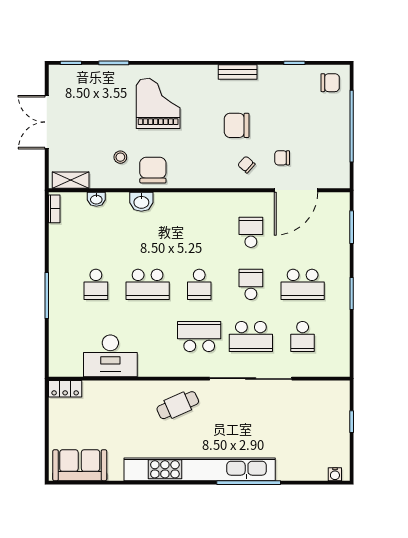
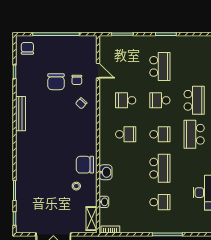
bench: (238, 72) -> (20, 114), width x1.36
grand piano: (158, 103) -> (41, 161), removed
chair: (237, 125) -> (56, 82), moved
door: (296, 190) -> (98, 71), width x0.53
school desk: (303, 336) -> (126, 134), moved

